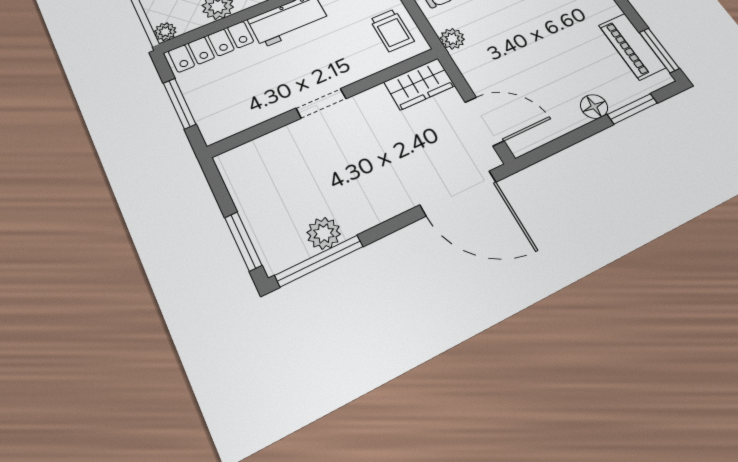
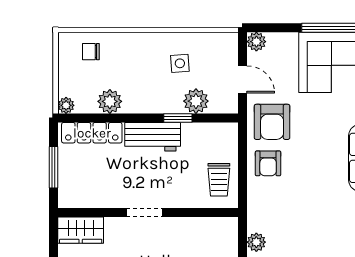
plant: (452, 39) -> (256, 242), moved
wardrobe: (419, 84) -> (81, 230), moved

